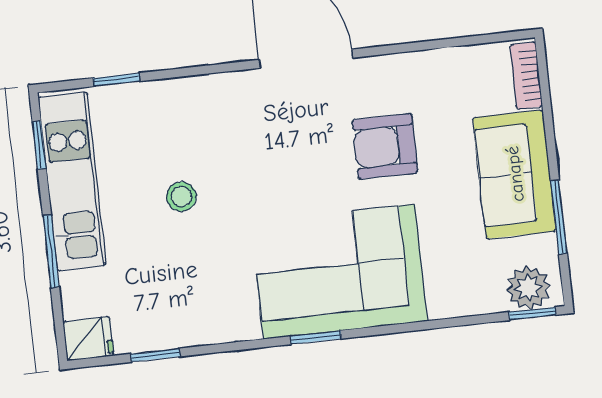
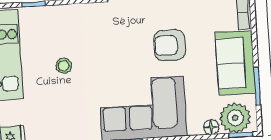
plant: (528, 288) -> (235, 118), width x1.36, depth x1.36
floor lamp: (474, 301) -> (211, 127), added

